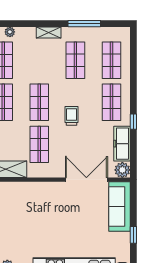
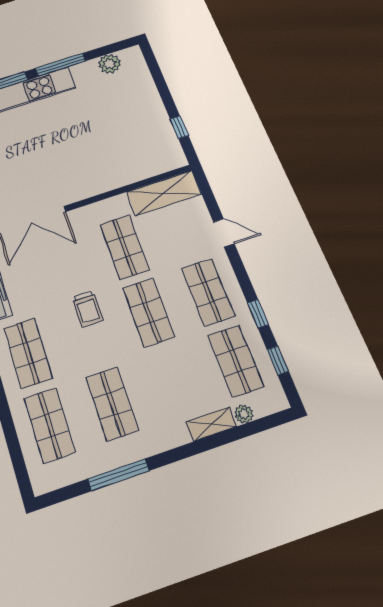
shelving: (49, 32) -> (211, 424), moved

